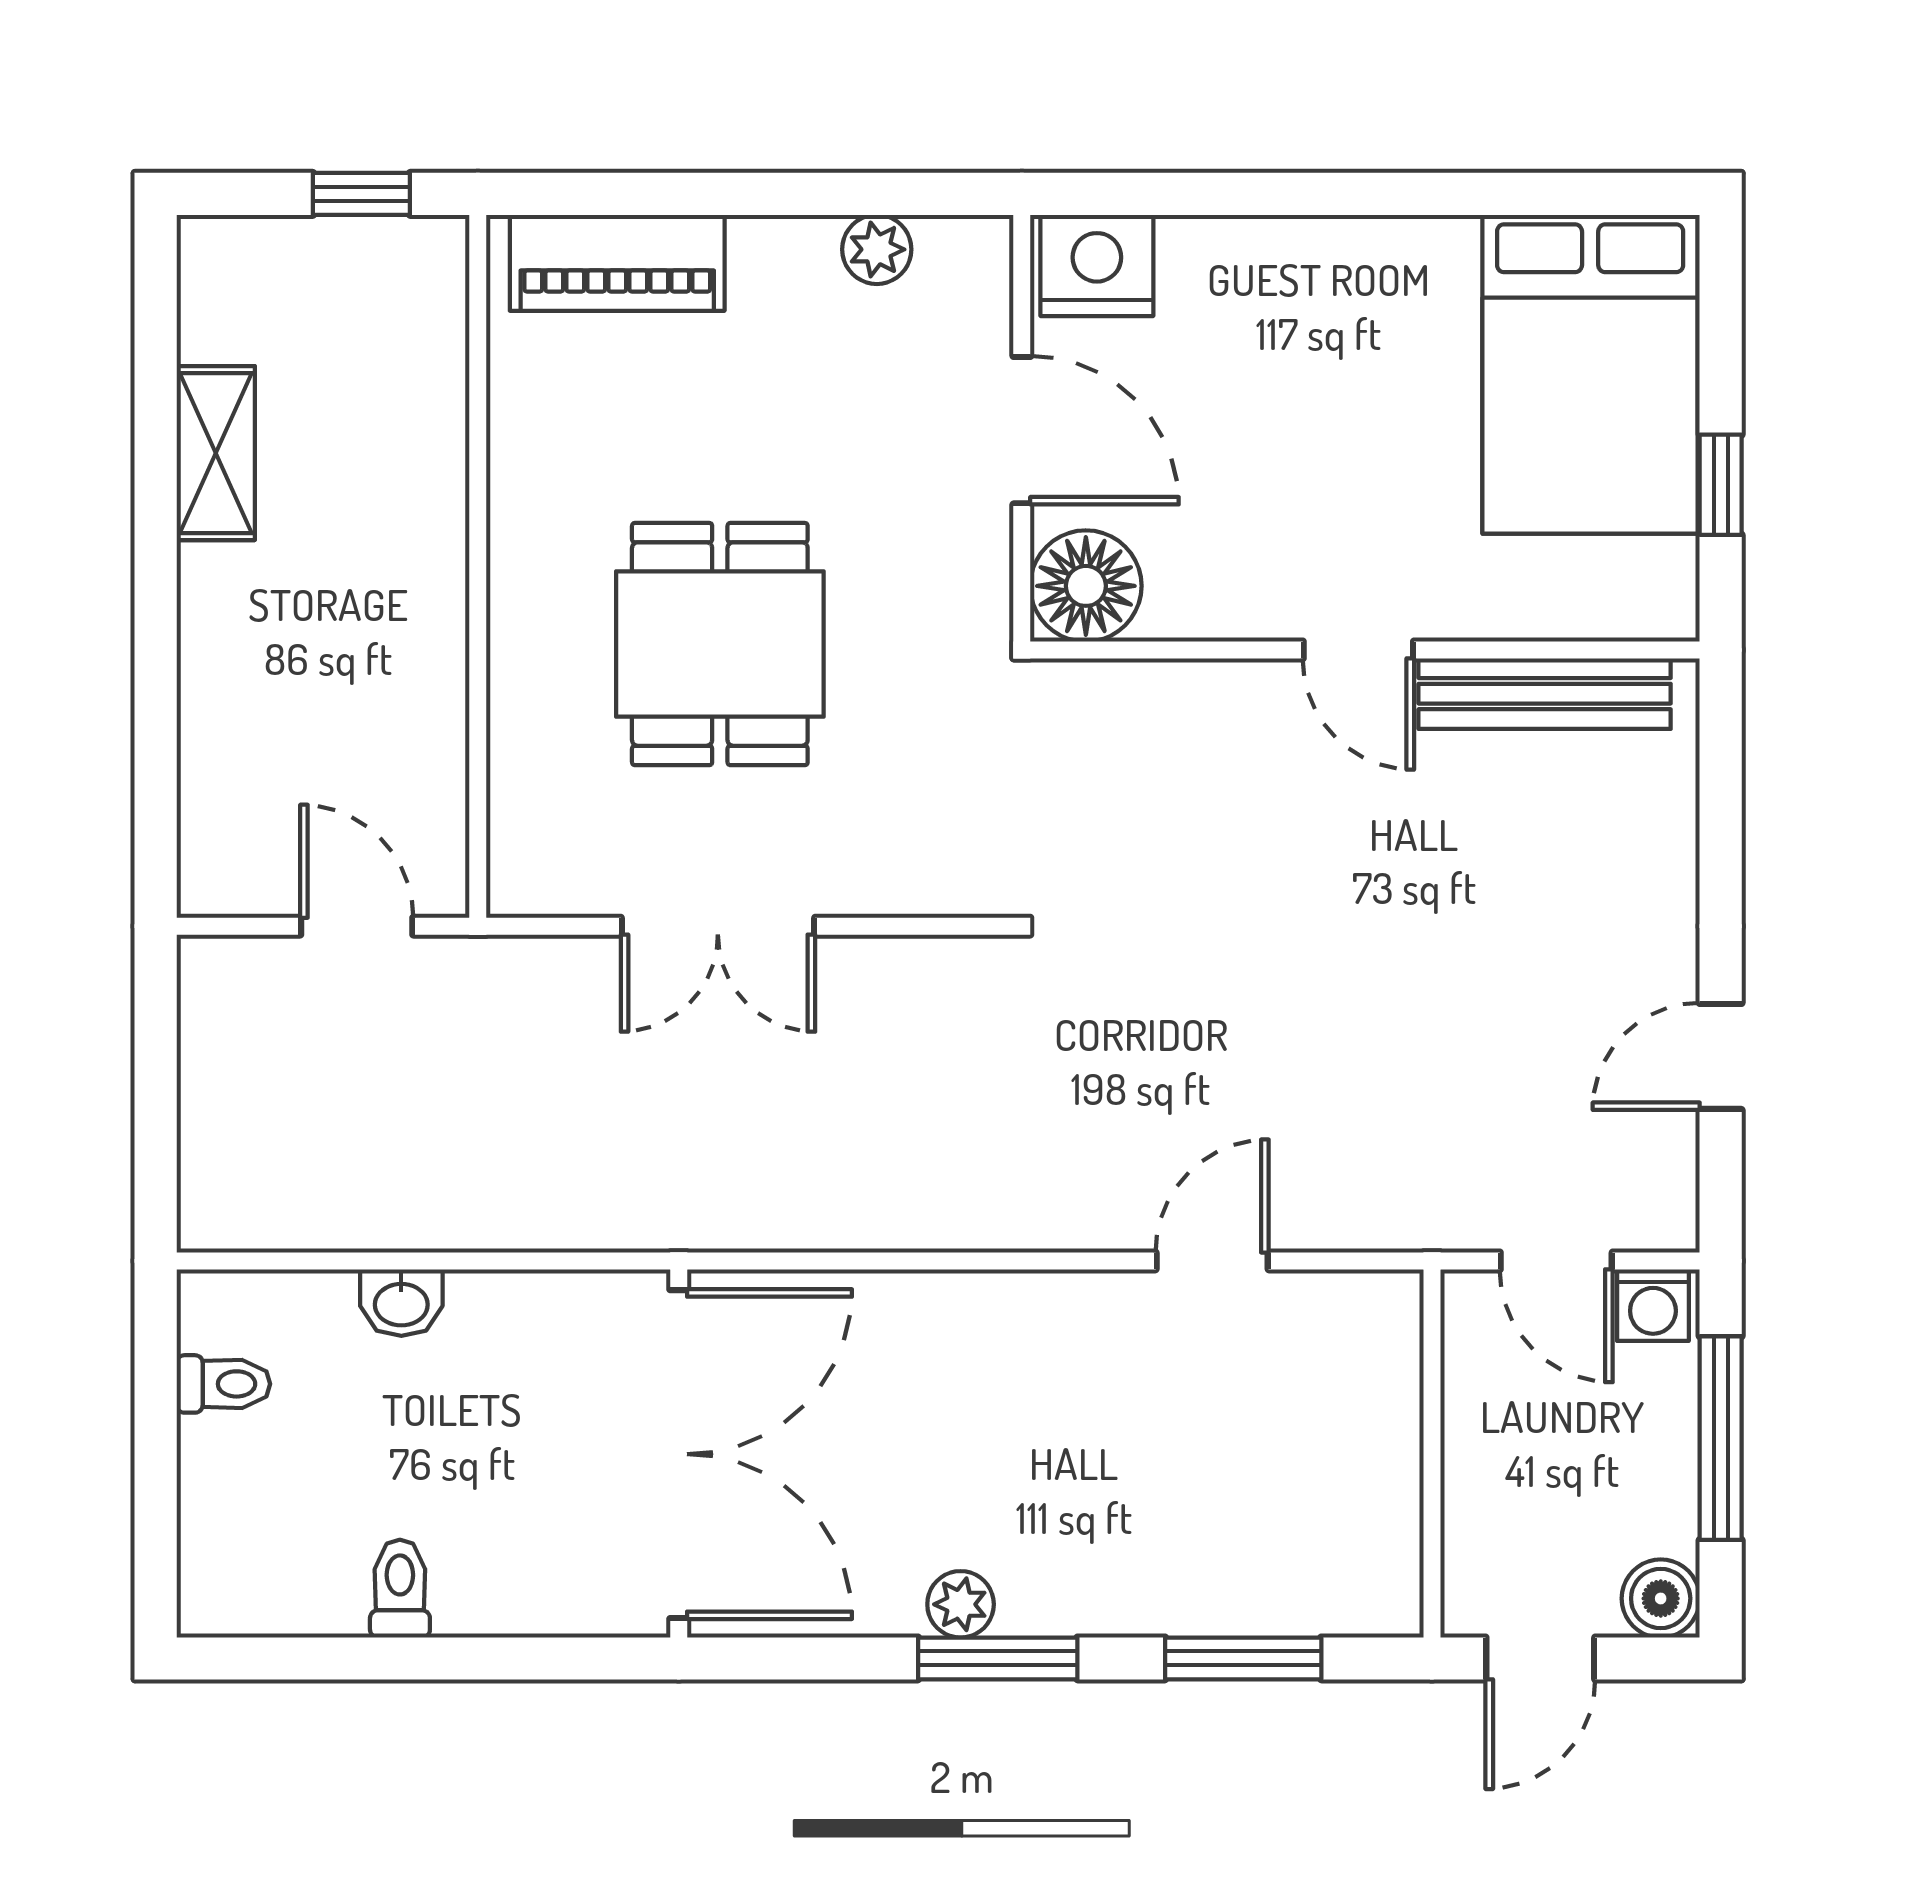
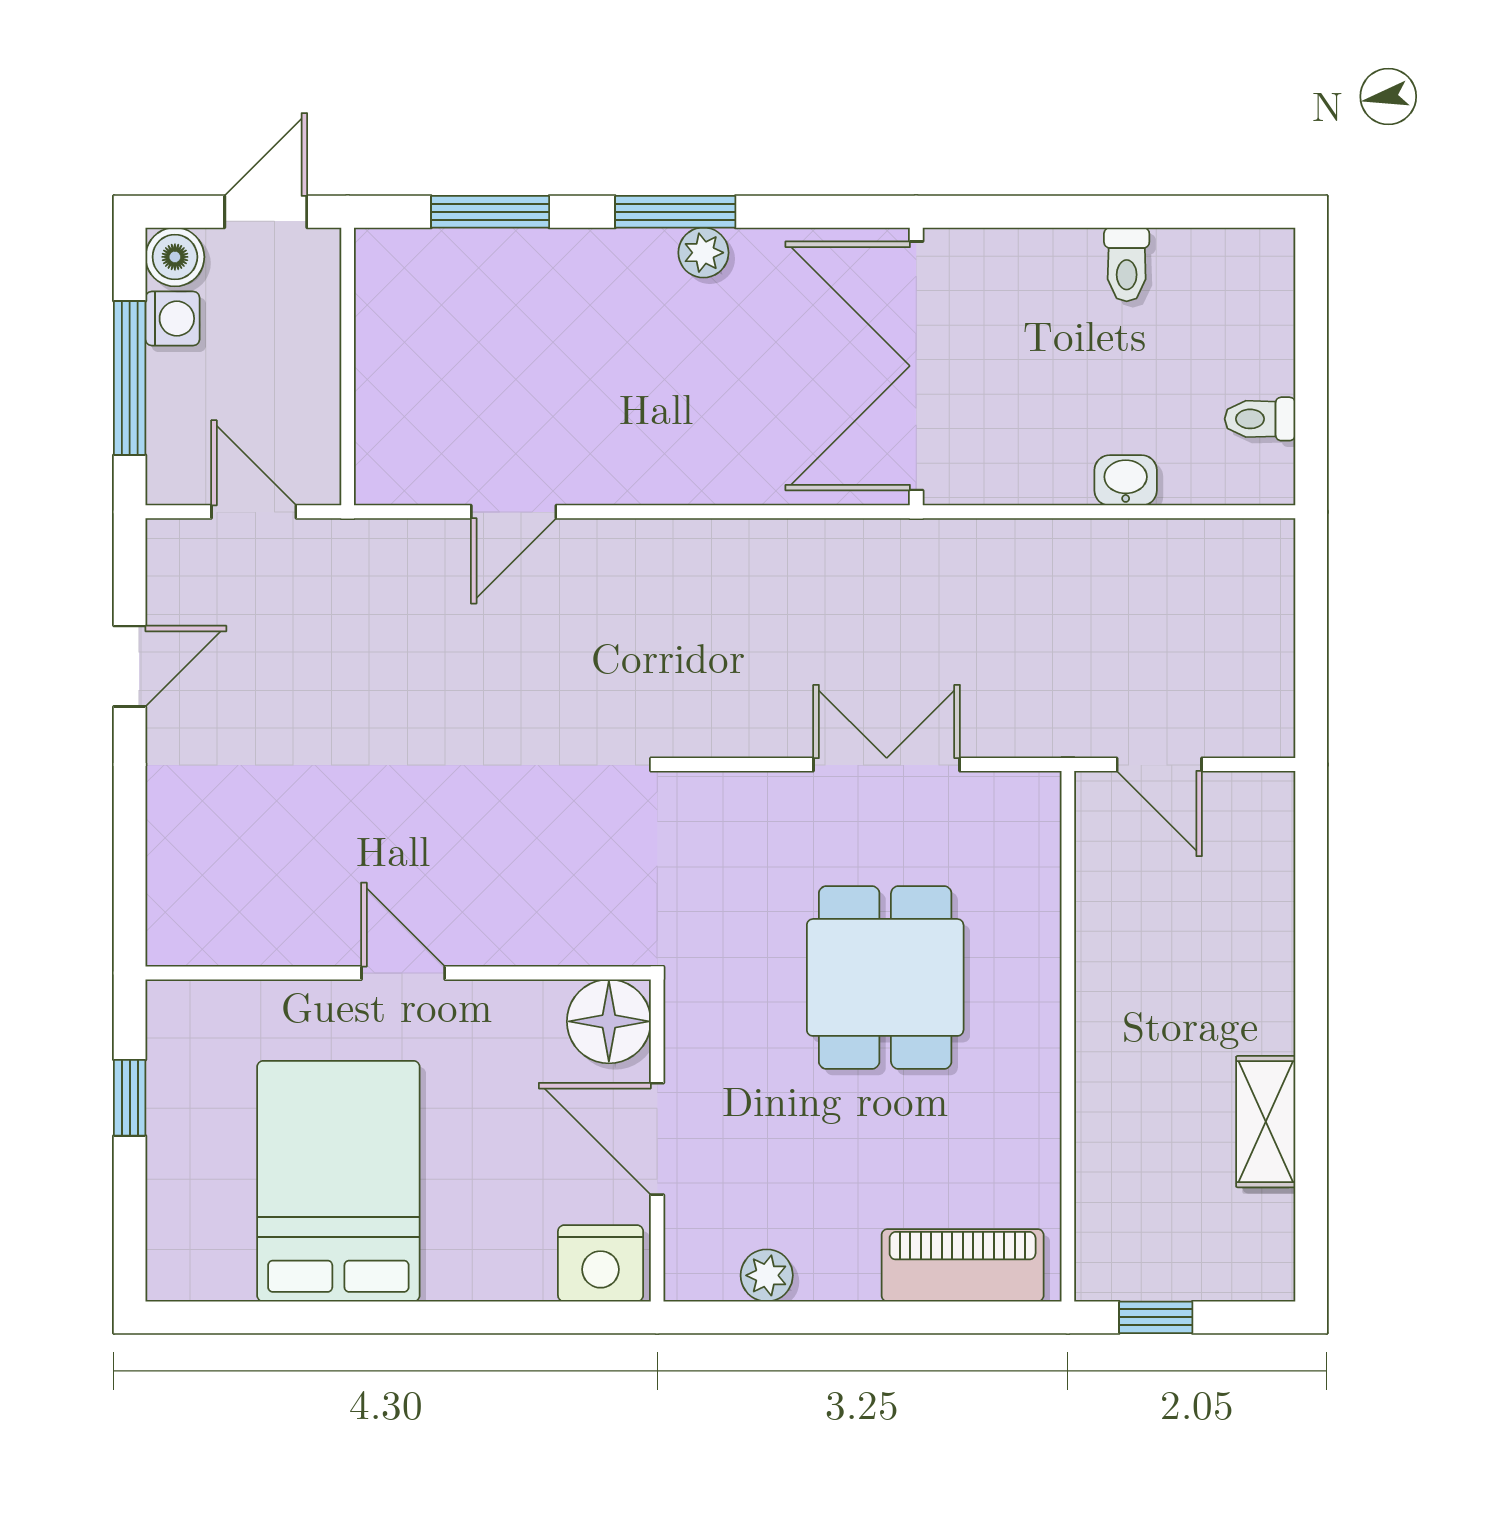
bed: (1590, 374) -> (338, 1181), moved
bench: (1545, 694) -> (263, 940), removed
washing machine: (1653, 1305) -> (172, 319), moved, turned 90

